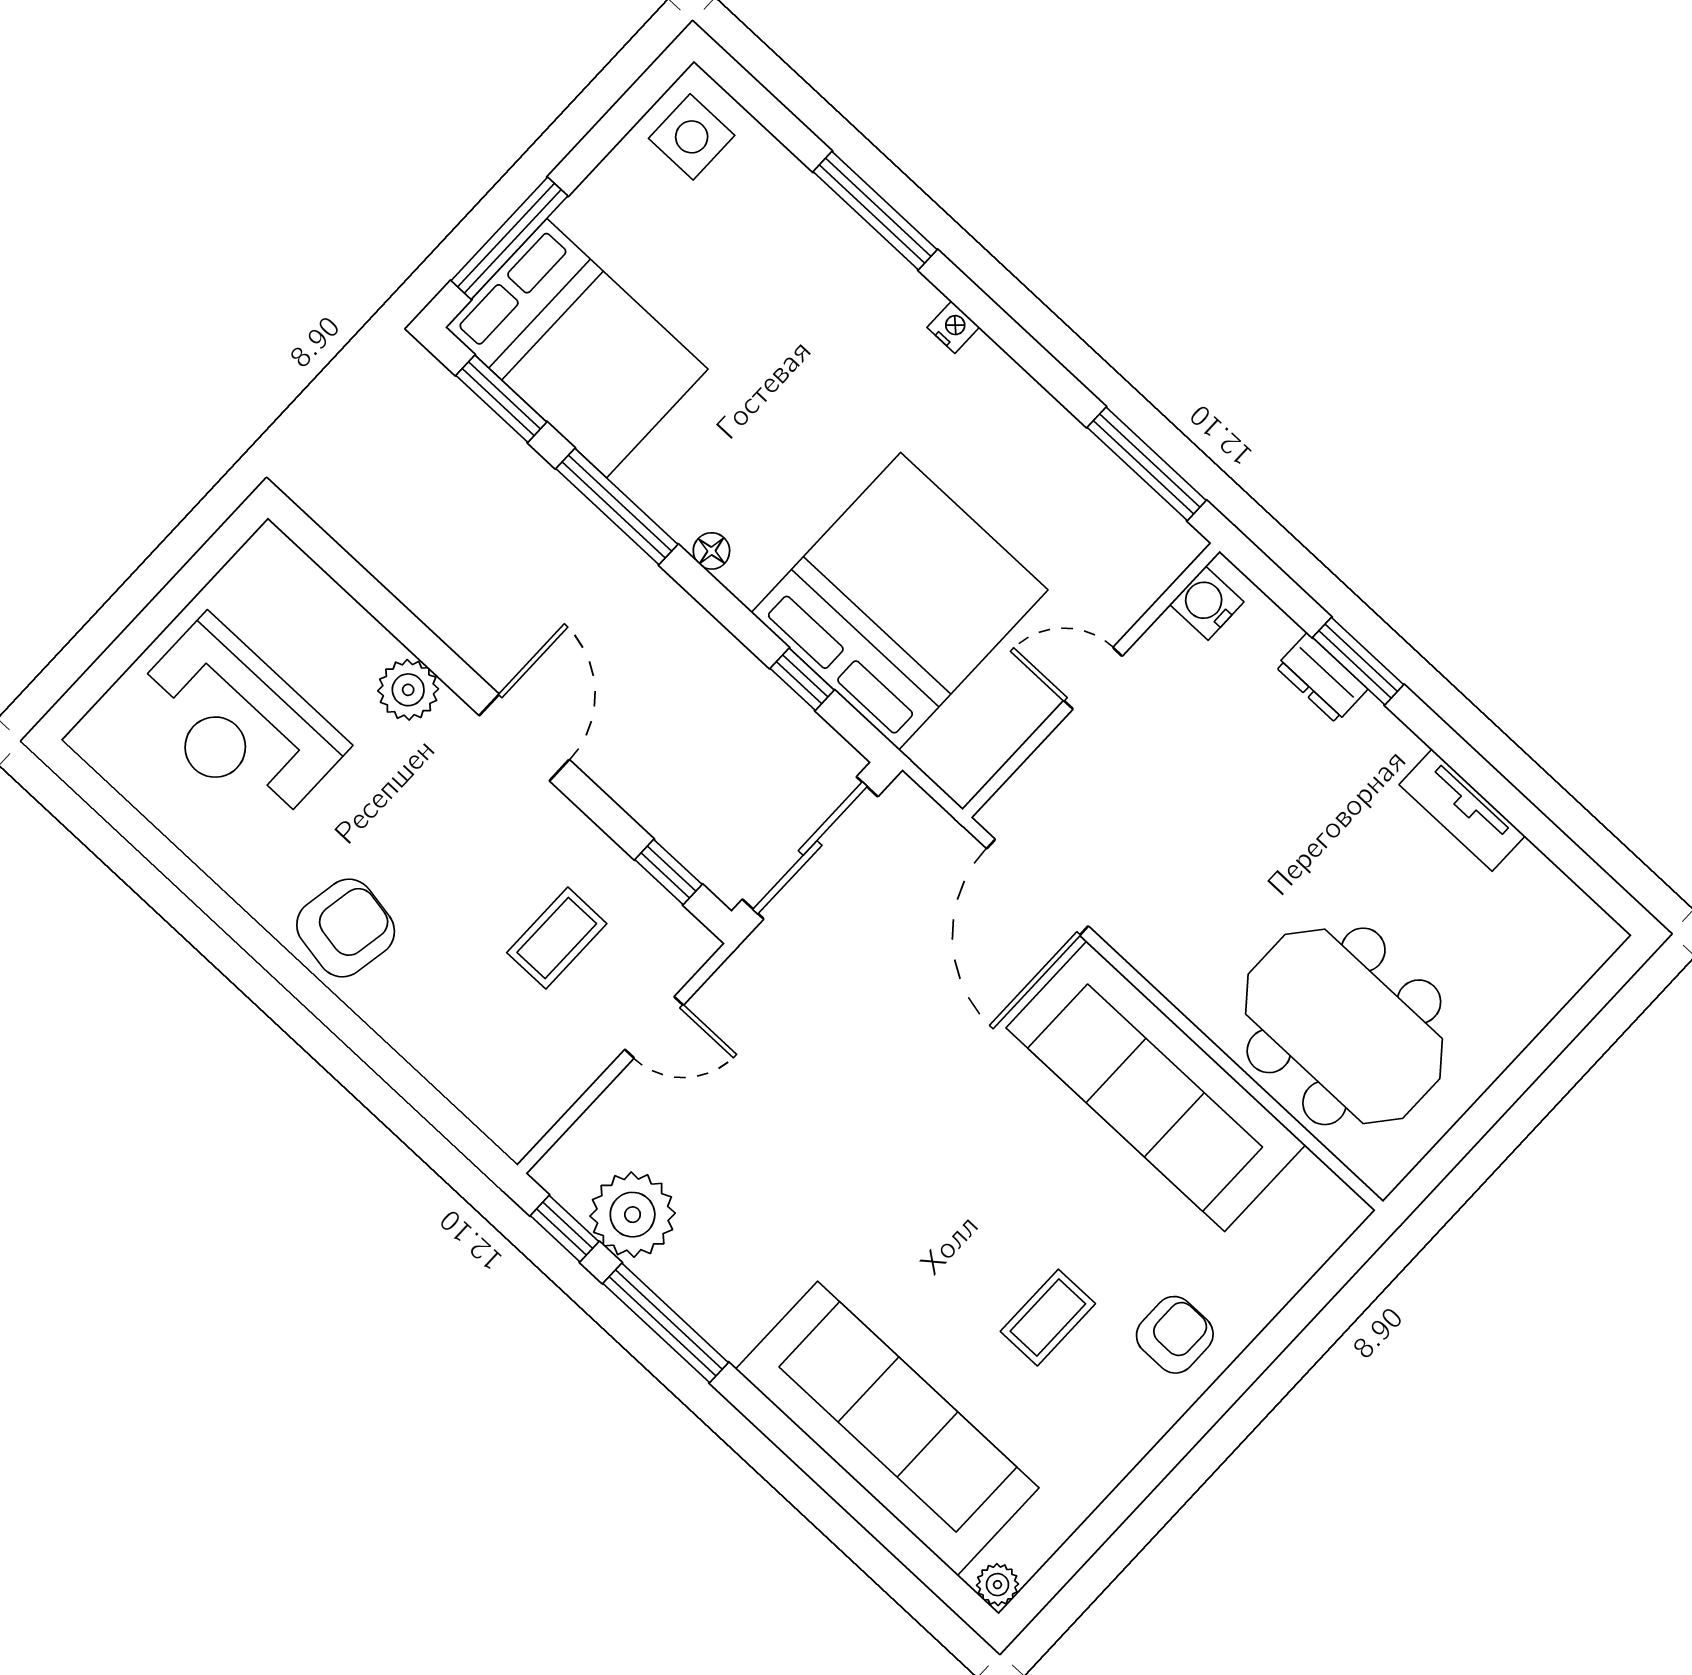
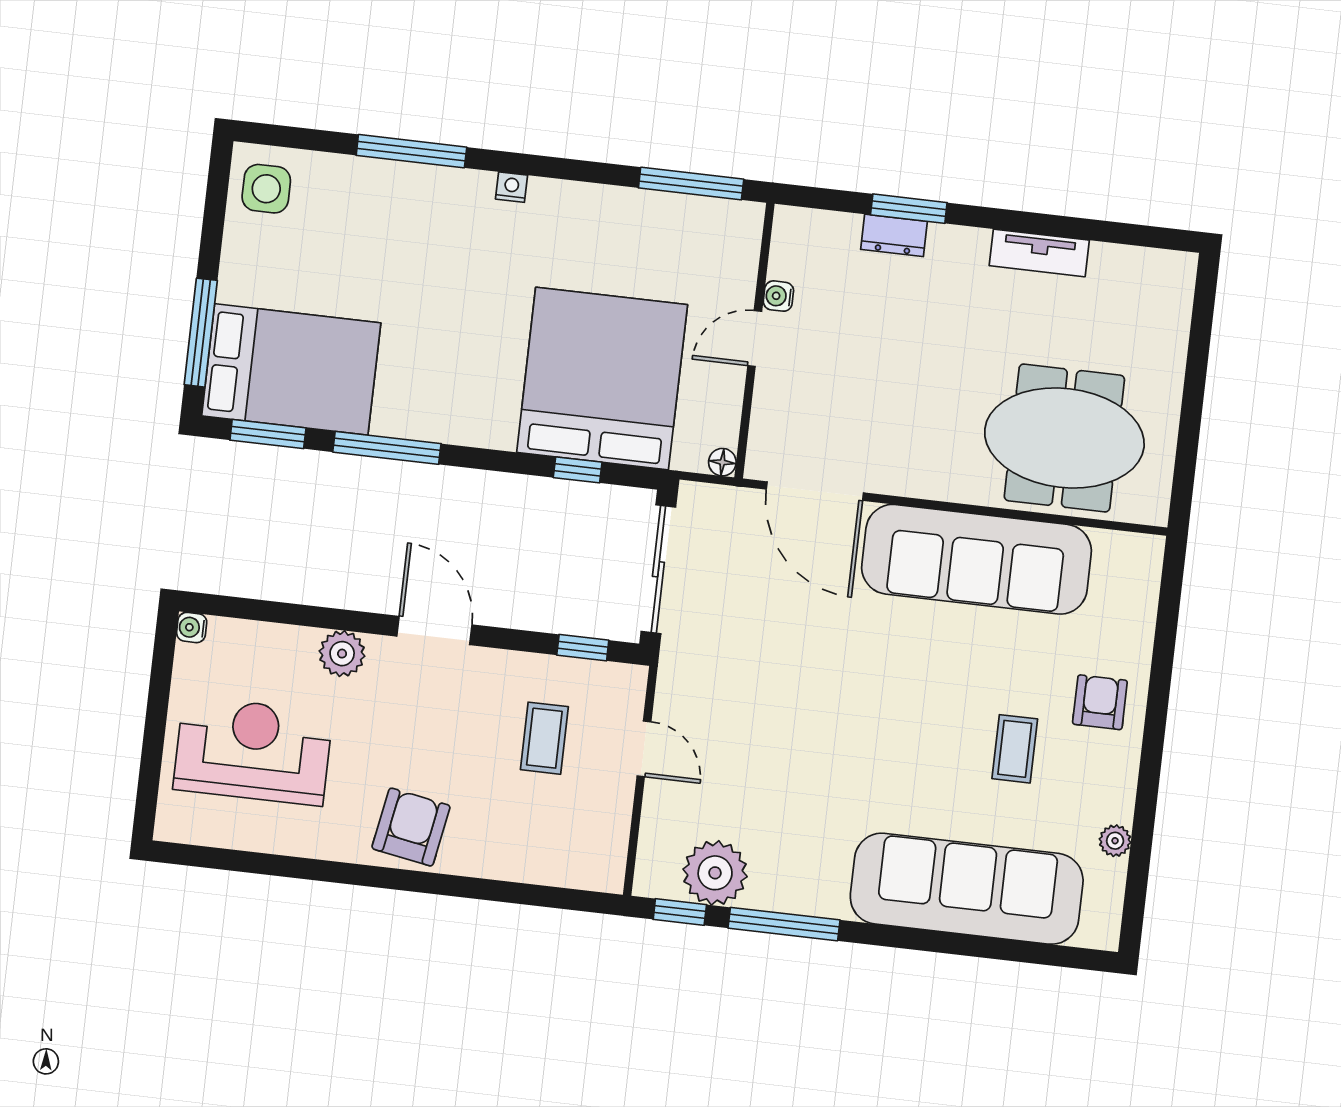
water cooler: (269, 544) -> (192, 627), added
floor lamp: (711, 551) -> (722, 462), moved
water cooler: (1207, 603) -> (778, 296), moved, width x0.72, depth x0.72
reception desk: (237, 723) -> (253, 751), turned 180
door: (654, 1027) -> (644, 749), hinge flipped
plant: (997, 1585) -> (1115, 841), moved

